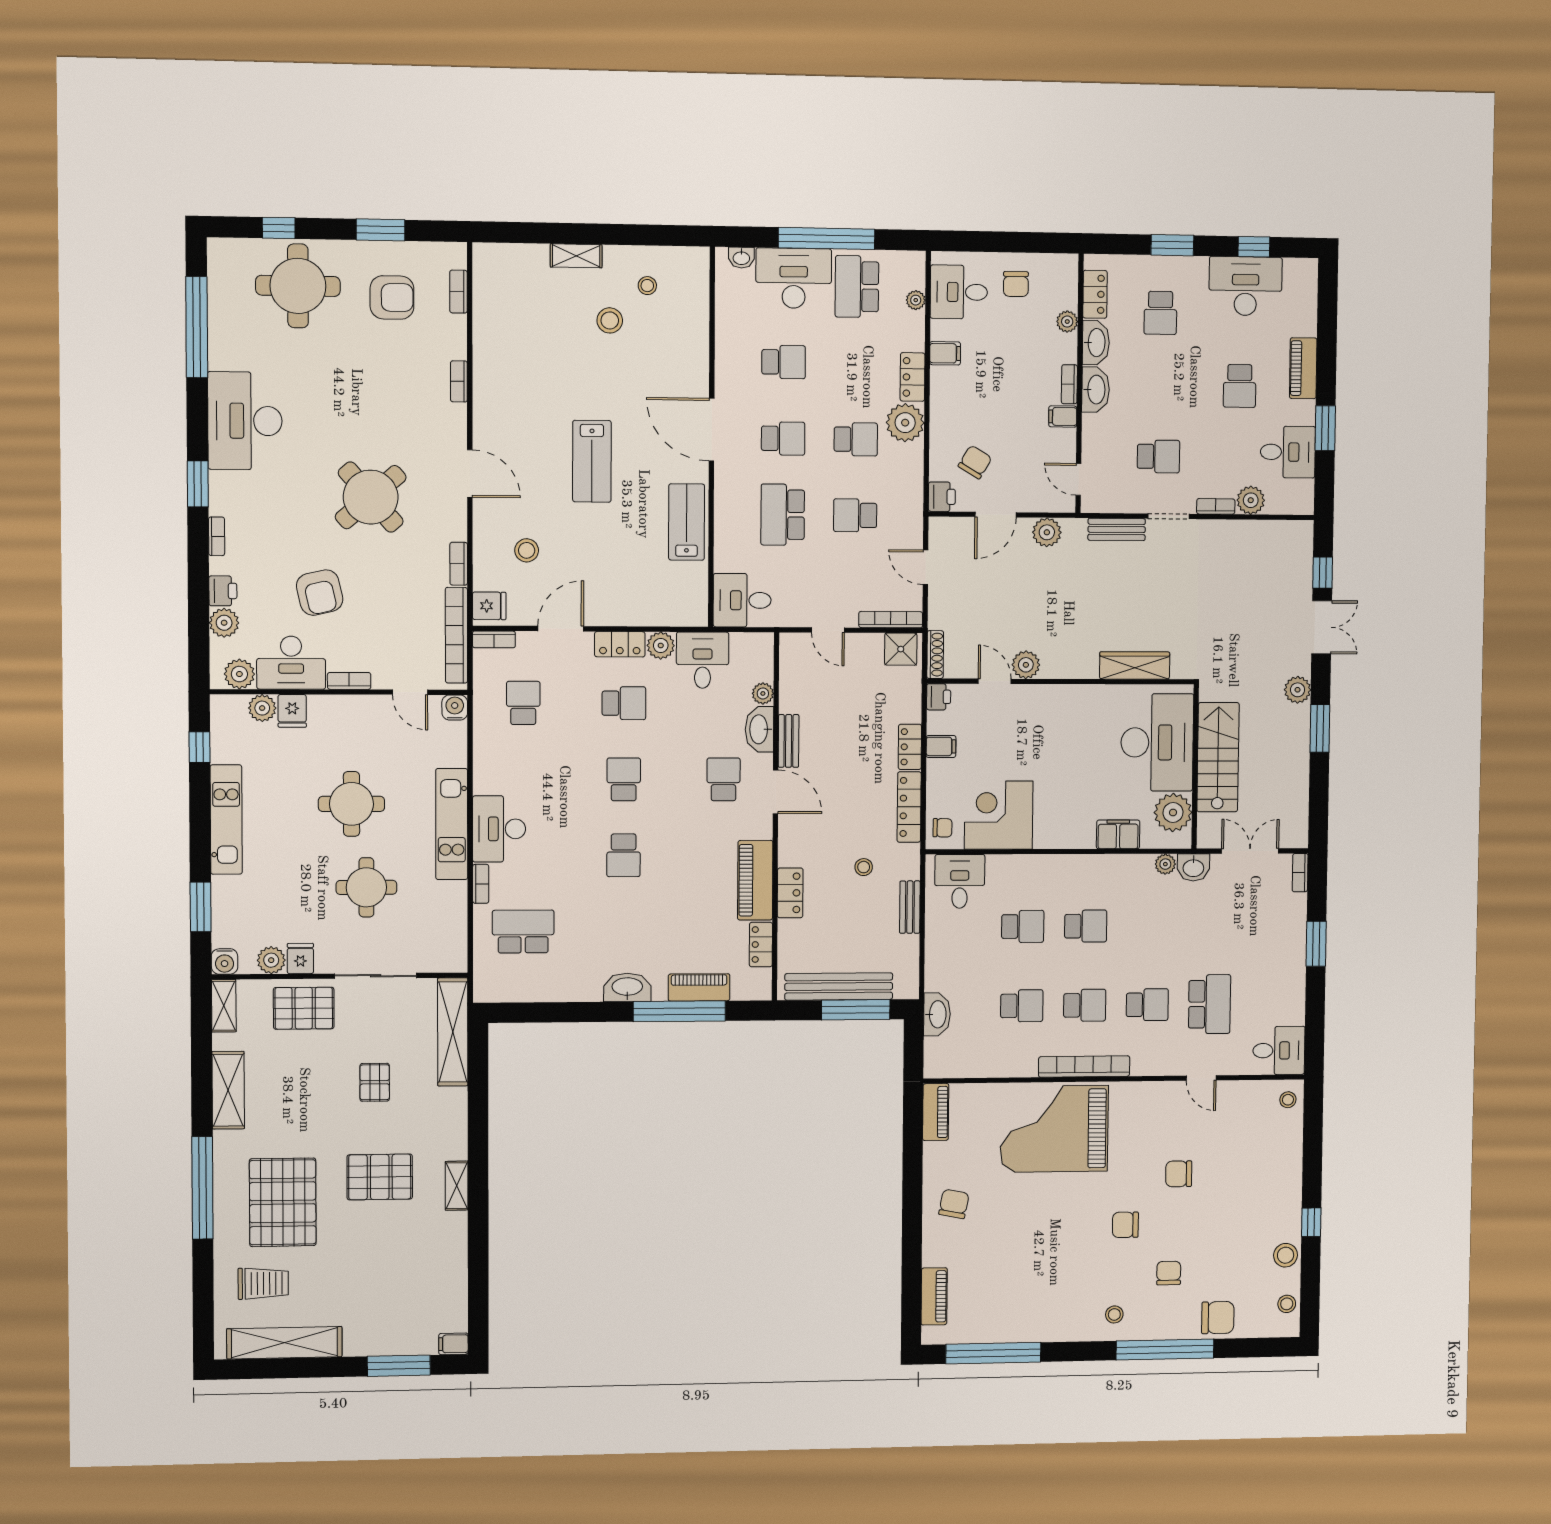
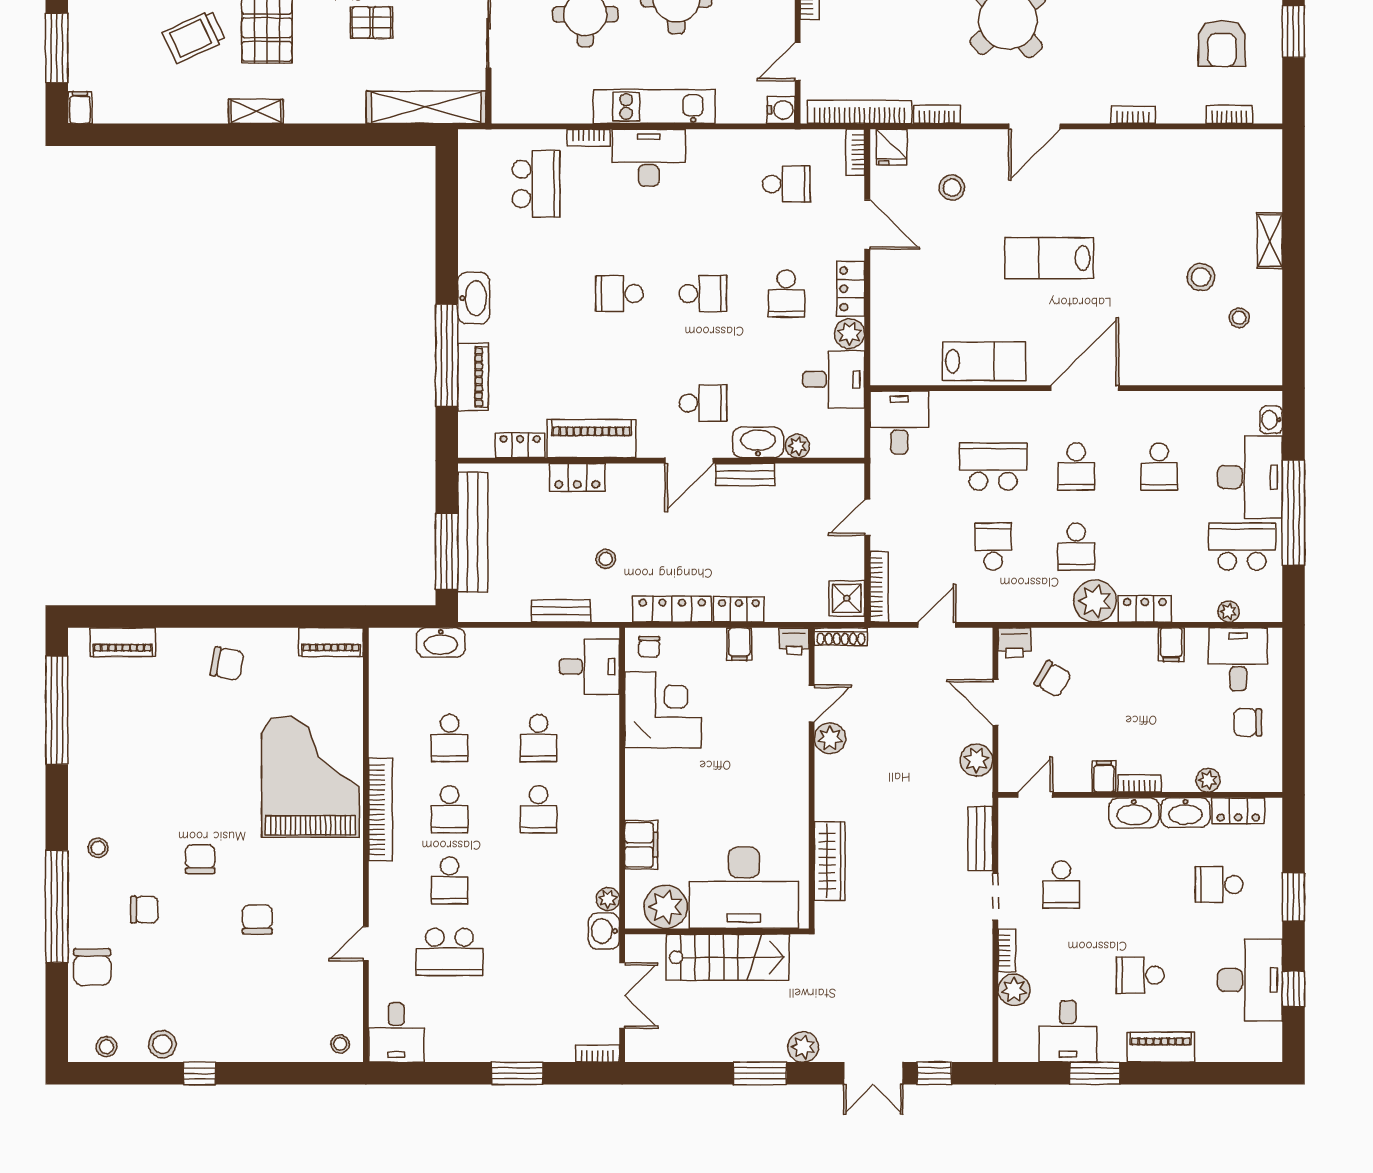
trolley: (388, 1243) -> (194, 37), added

